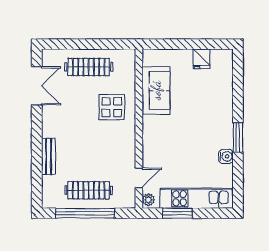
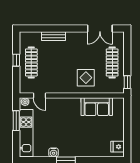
window: (119, 44) -> (127, 82), added
fridge: (202, 59) -> (118, 147), moved
window: (85, 213) -> (16, 60), width x0.32

